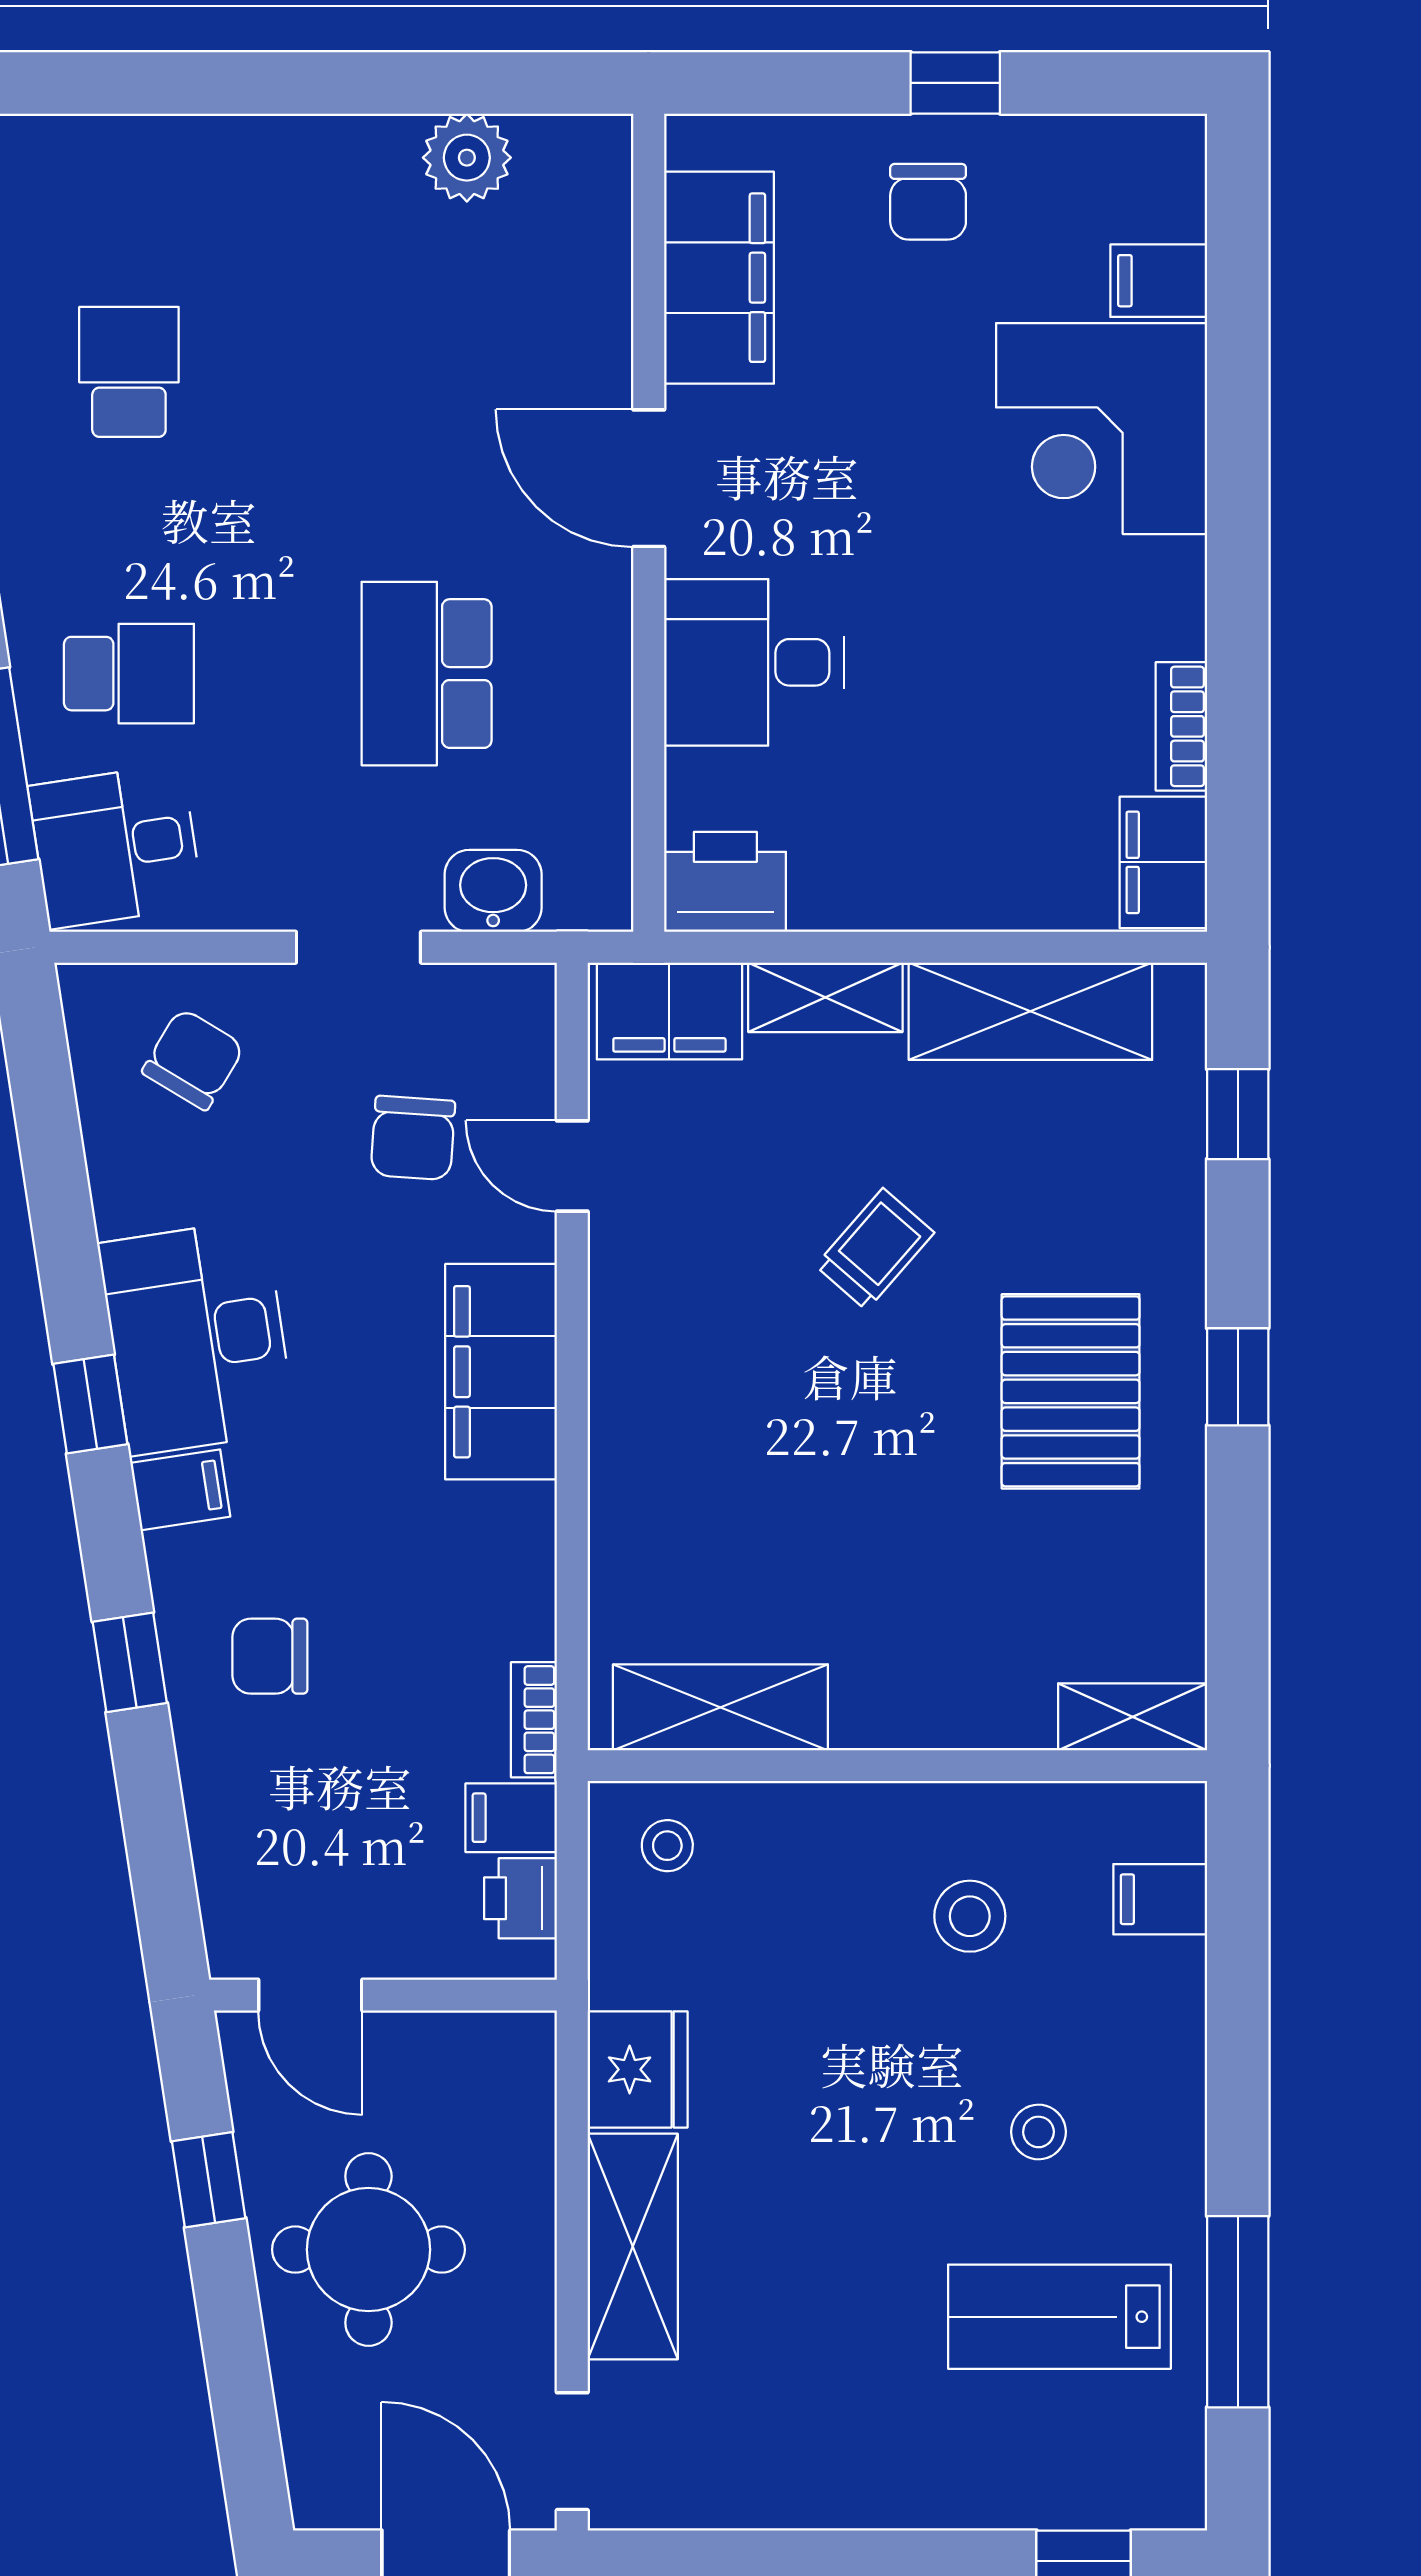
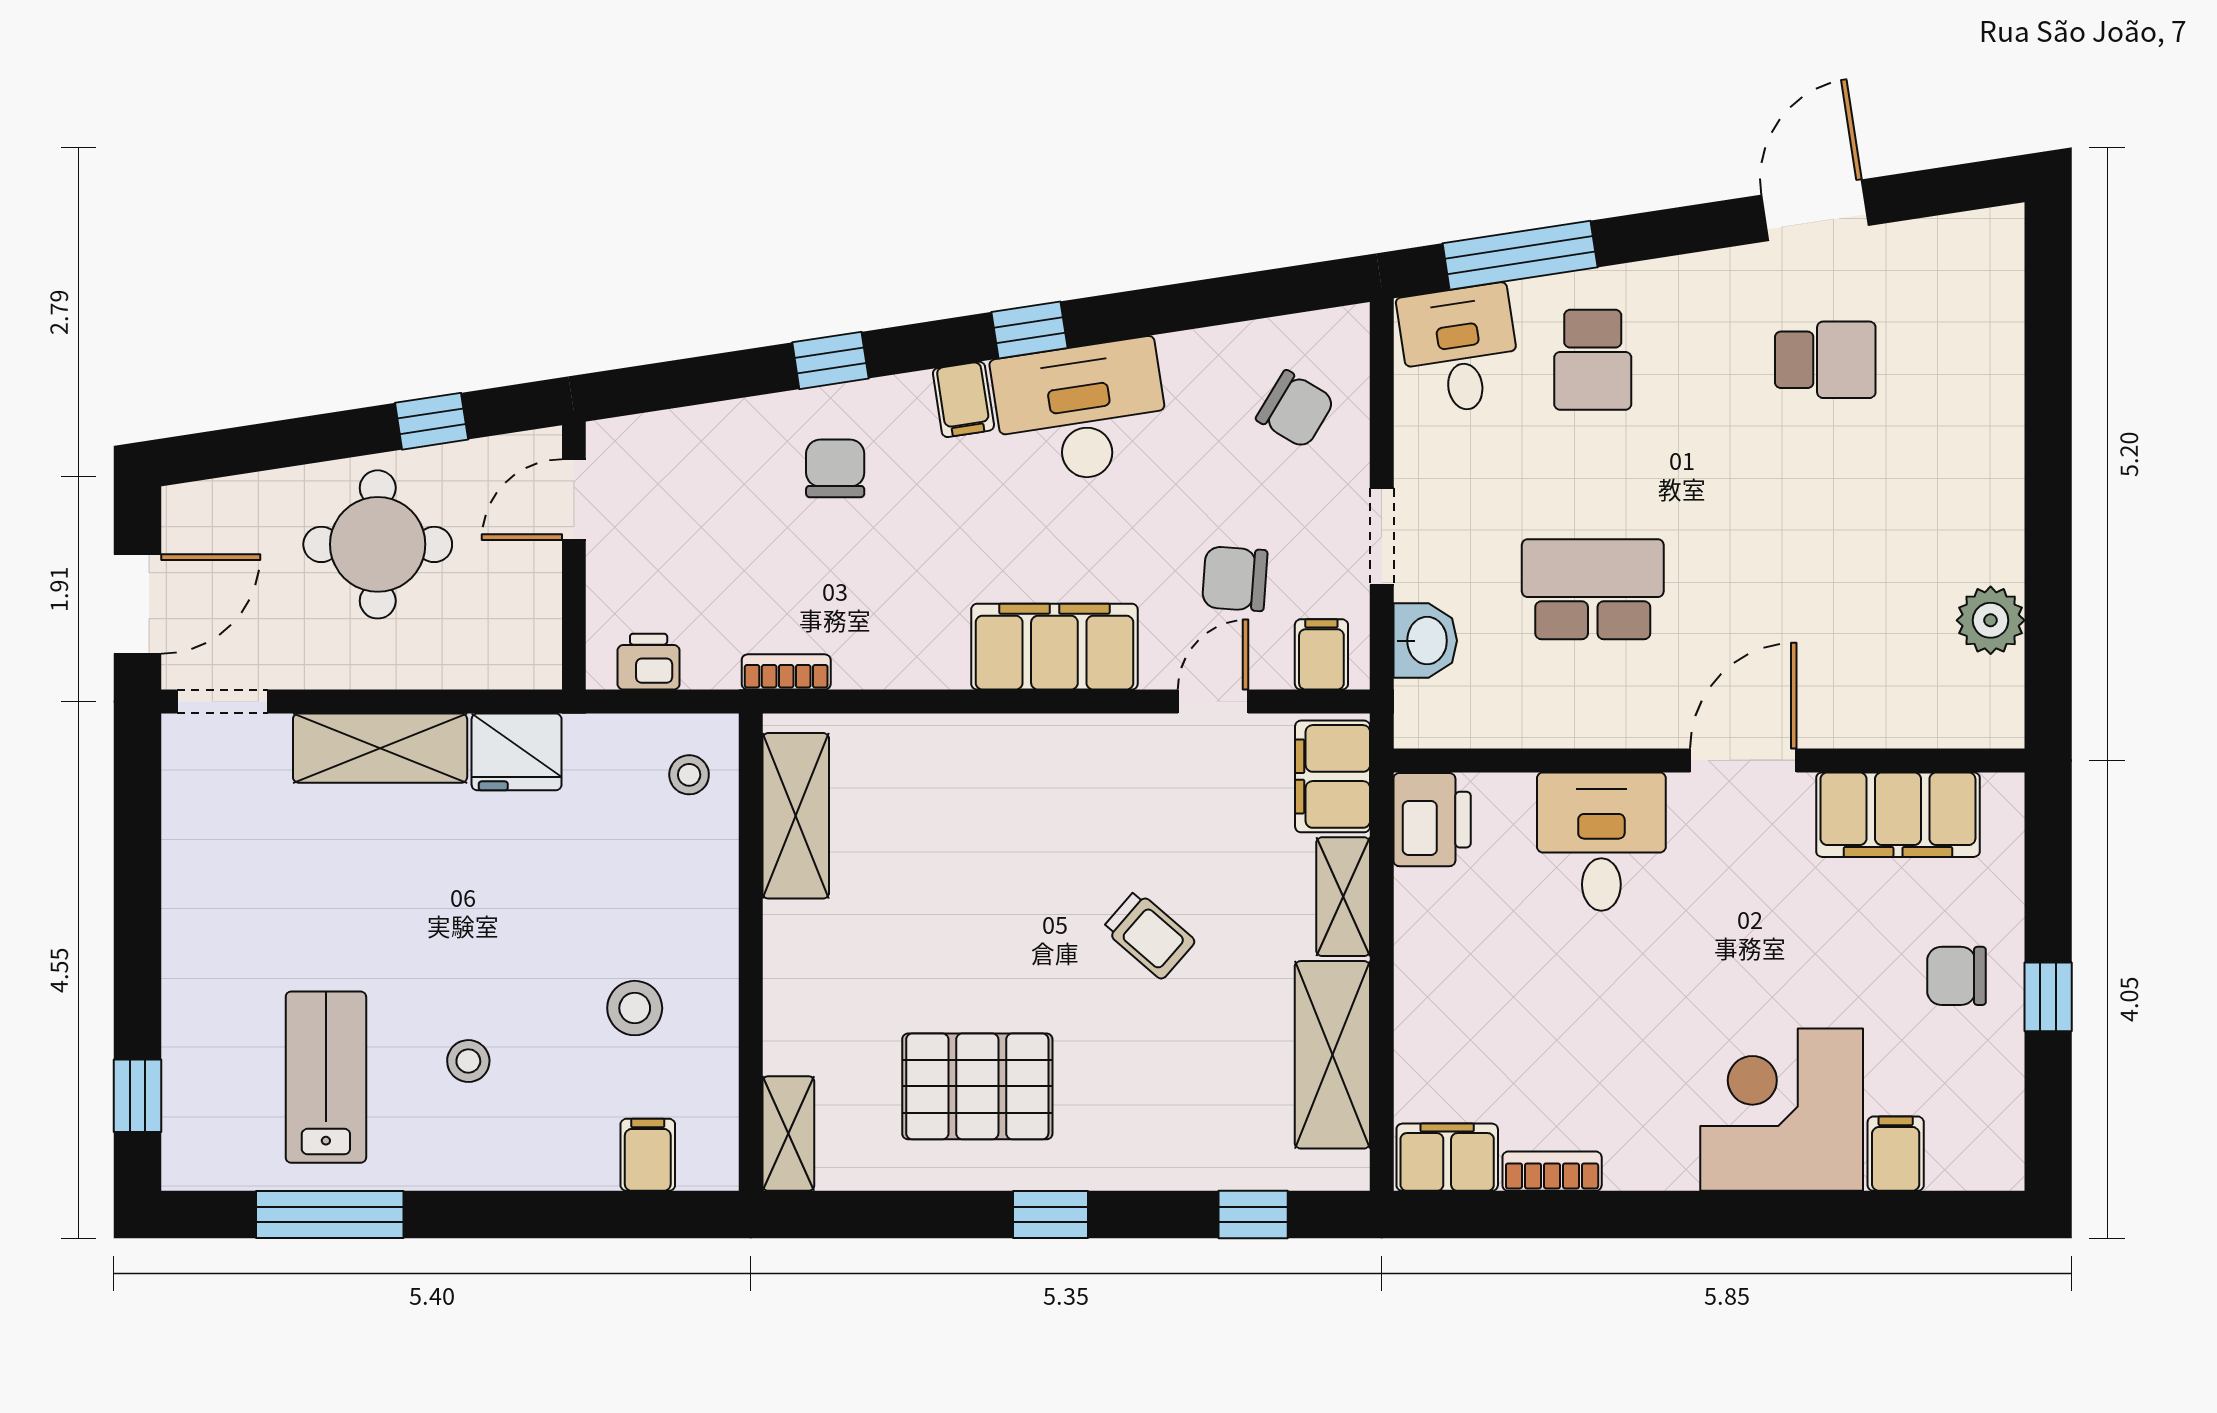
pallet: (1071, 1391) -> (977, 1086), moved
filing cabinet: (511, 1818) -> (1321, 654), moved

